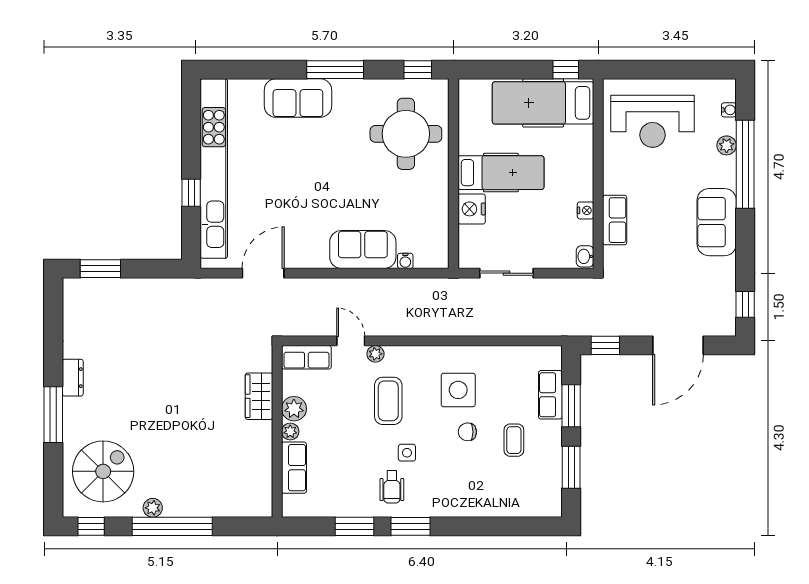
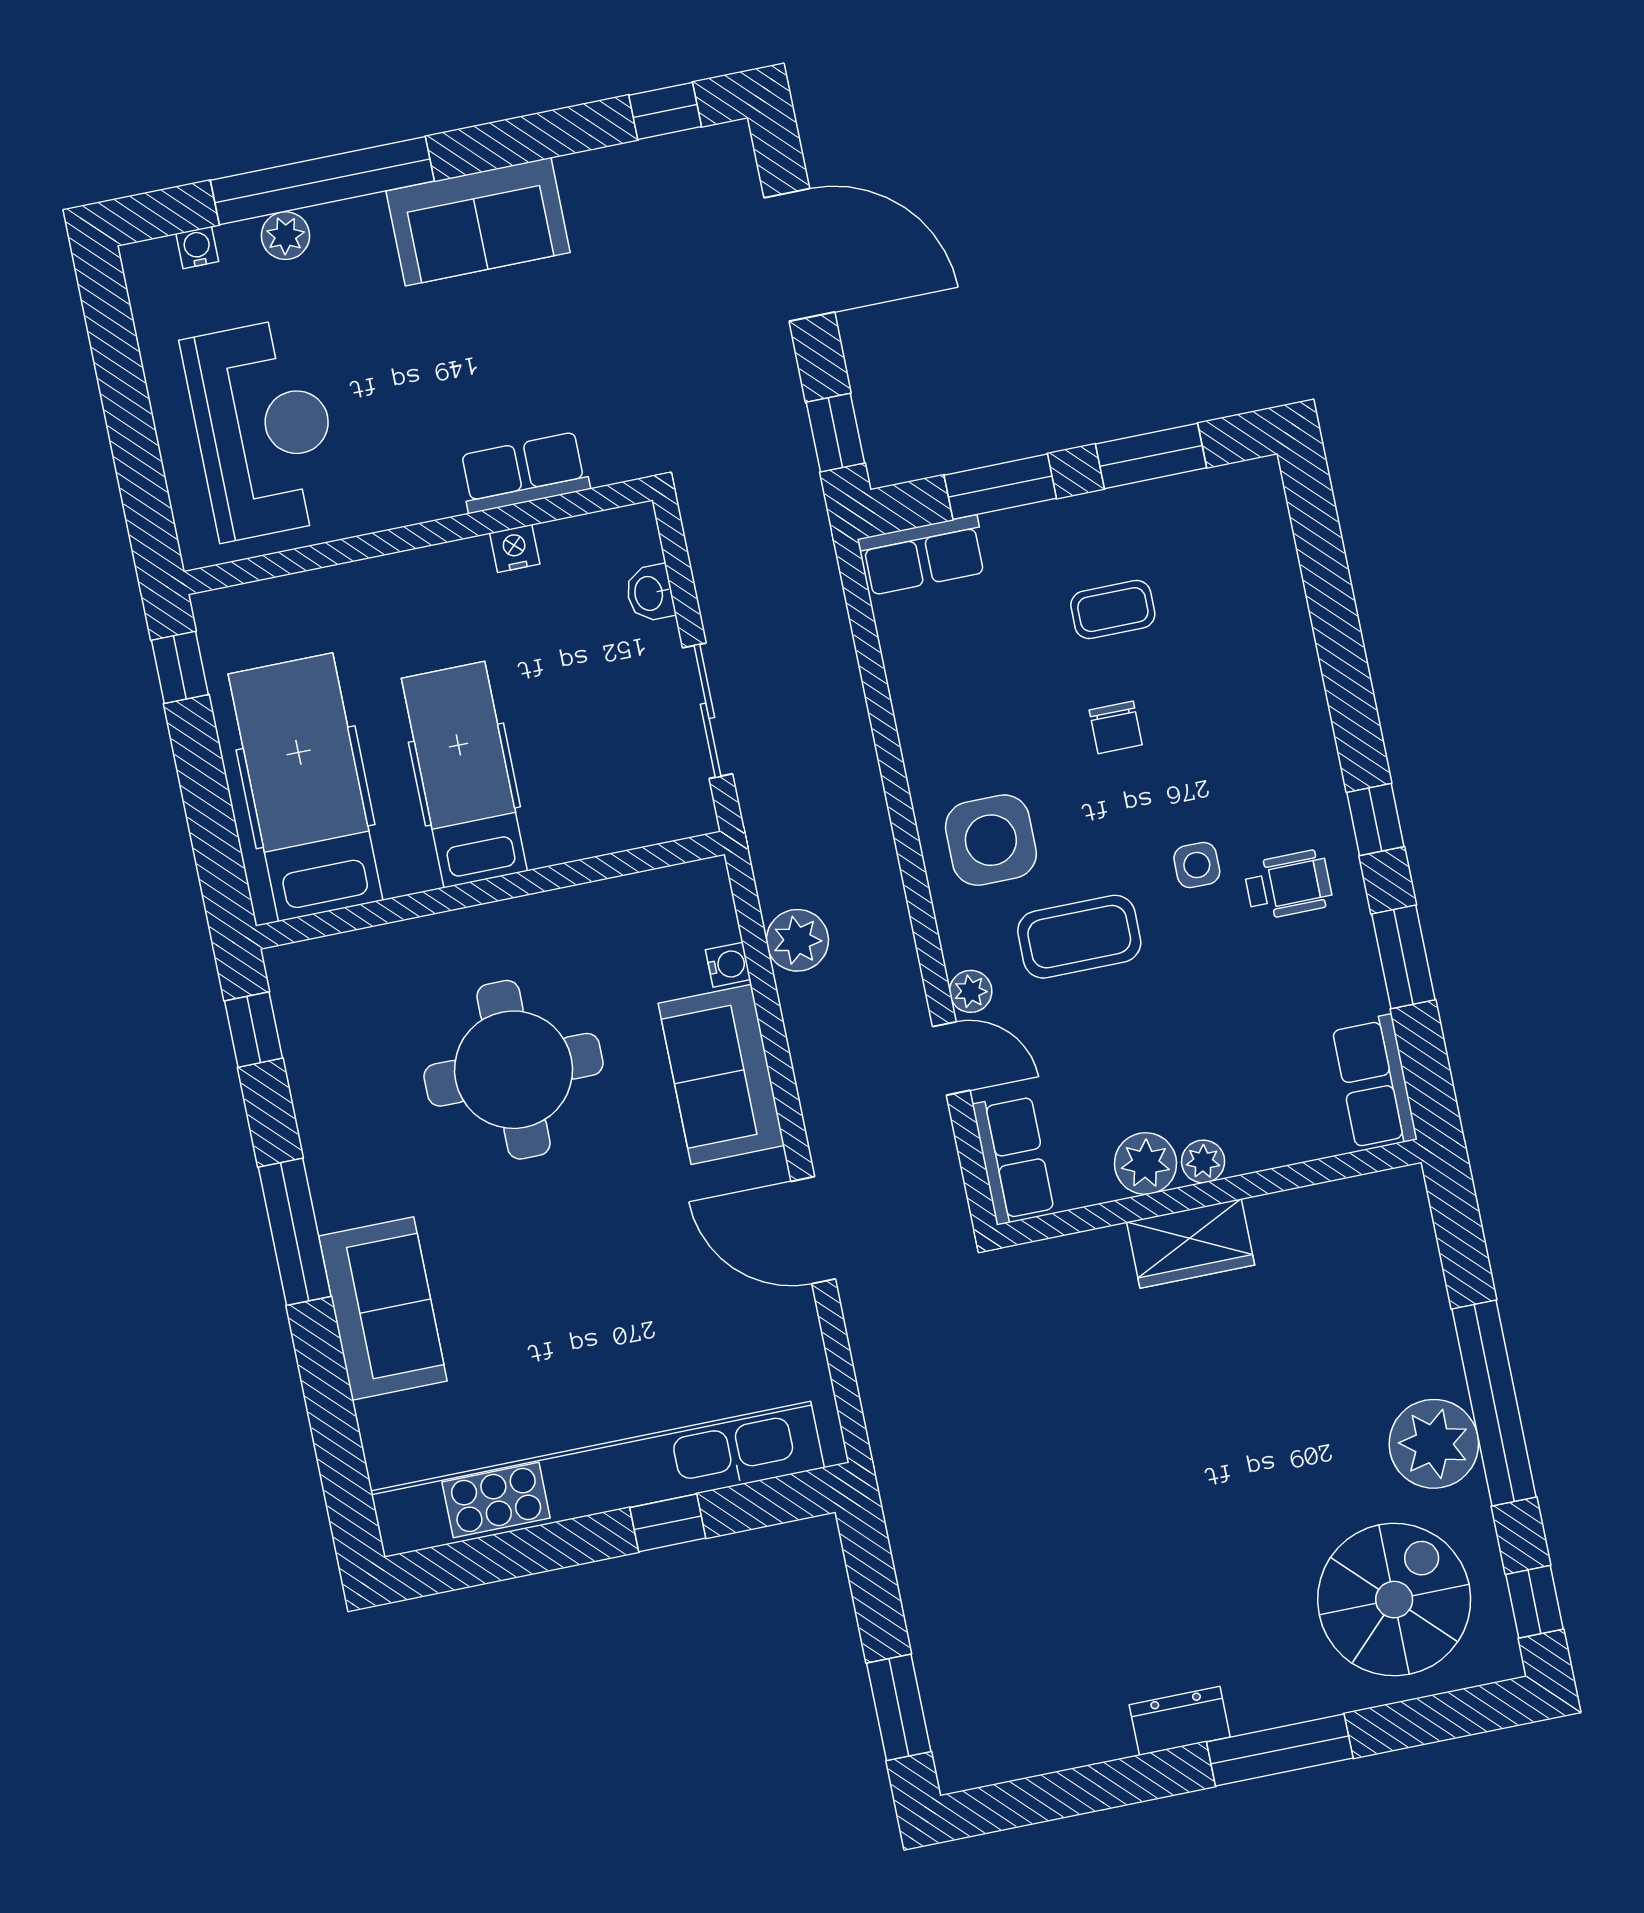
hospital bed: (543, 103) -> (306, 787), moved, turned 180
round table: (406, 134) -> (514, 1070), moved
nightstand: (472, 209) -> (568, 828), removed
washbasin: (585, 256) -> (650, 593), moved, turned 90
door: (263, 273) -> (813, 1230), moved
plant: (409, 290) -> (797, 940), added
door: (351, 341) -> (951, 1058), swing flipped
side table: (458, 390) -> (991, 840), moved
row of seats: (550, 395) -> (923, 555), moved
wardrobe: (259, 396) -> (1191, 1244), moved
row of seats: (294, 468) -> (1374, 1083), moved, turned -90
spiral stairs: (103, 471) -> (1394, 1600), turned 90
plant: (153, 508) -> (1434, 1444), width x1.88, depth x1.88
window: (411, 526) -> (1375, 820), width x0.67

